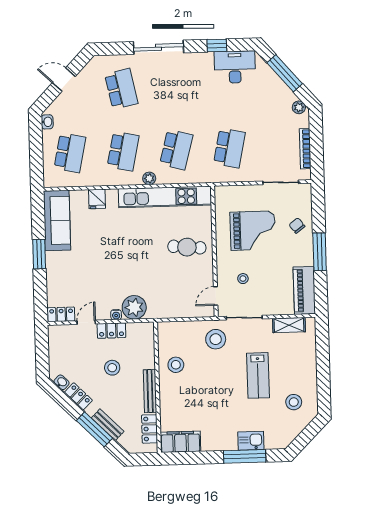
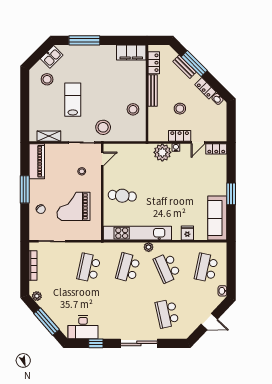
school desk: (123, 151) -> (167, 268), turned -36
kitchen sink: (251, 441) -> (52, 57), moved, turned -45

